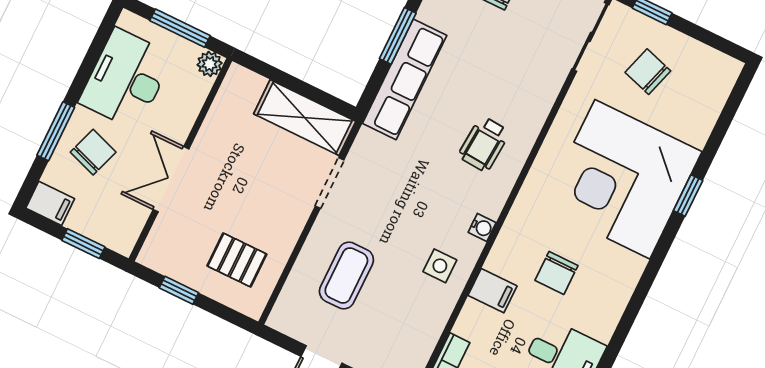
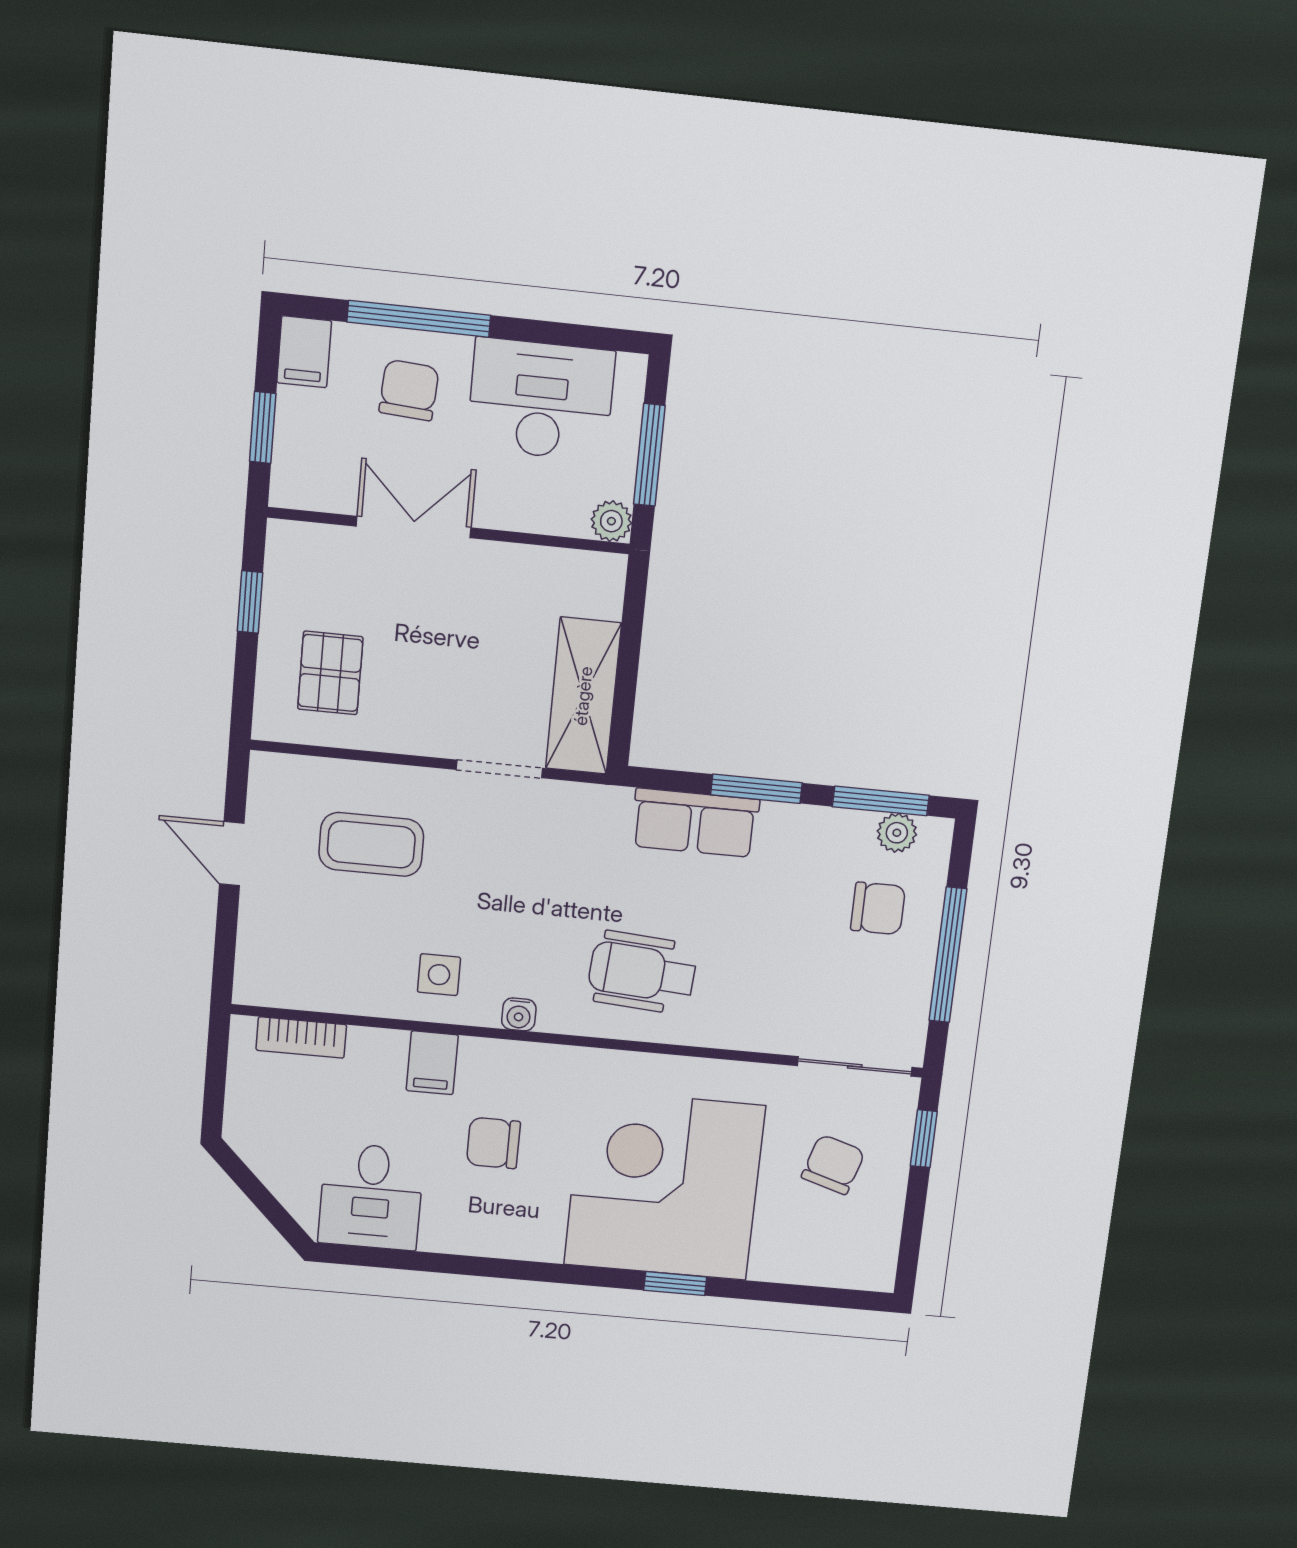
row of seats: (405, 79) -> (695, 823), width x0.68
window: (56, 131) -> (419, 319), width x1.44
wheelchair: (484, 144) -> (642, 973), width x1.36, depth x1.37
chair: (93, 152) -> (409, 390), turned -105

